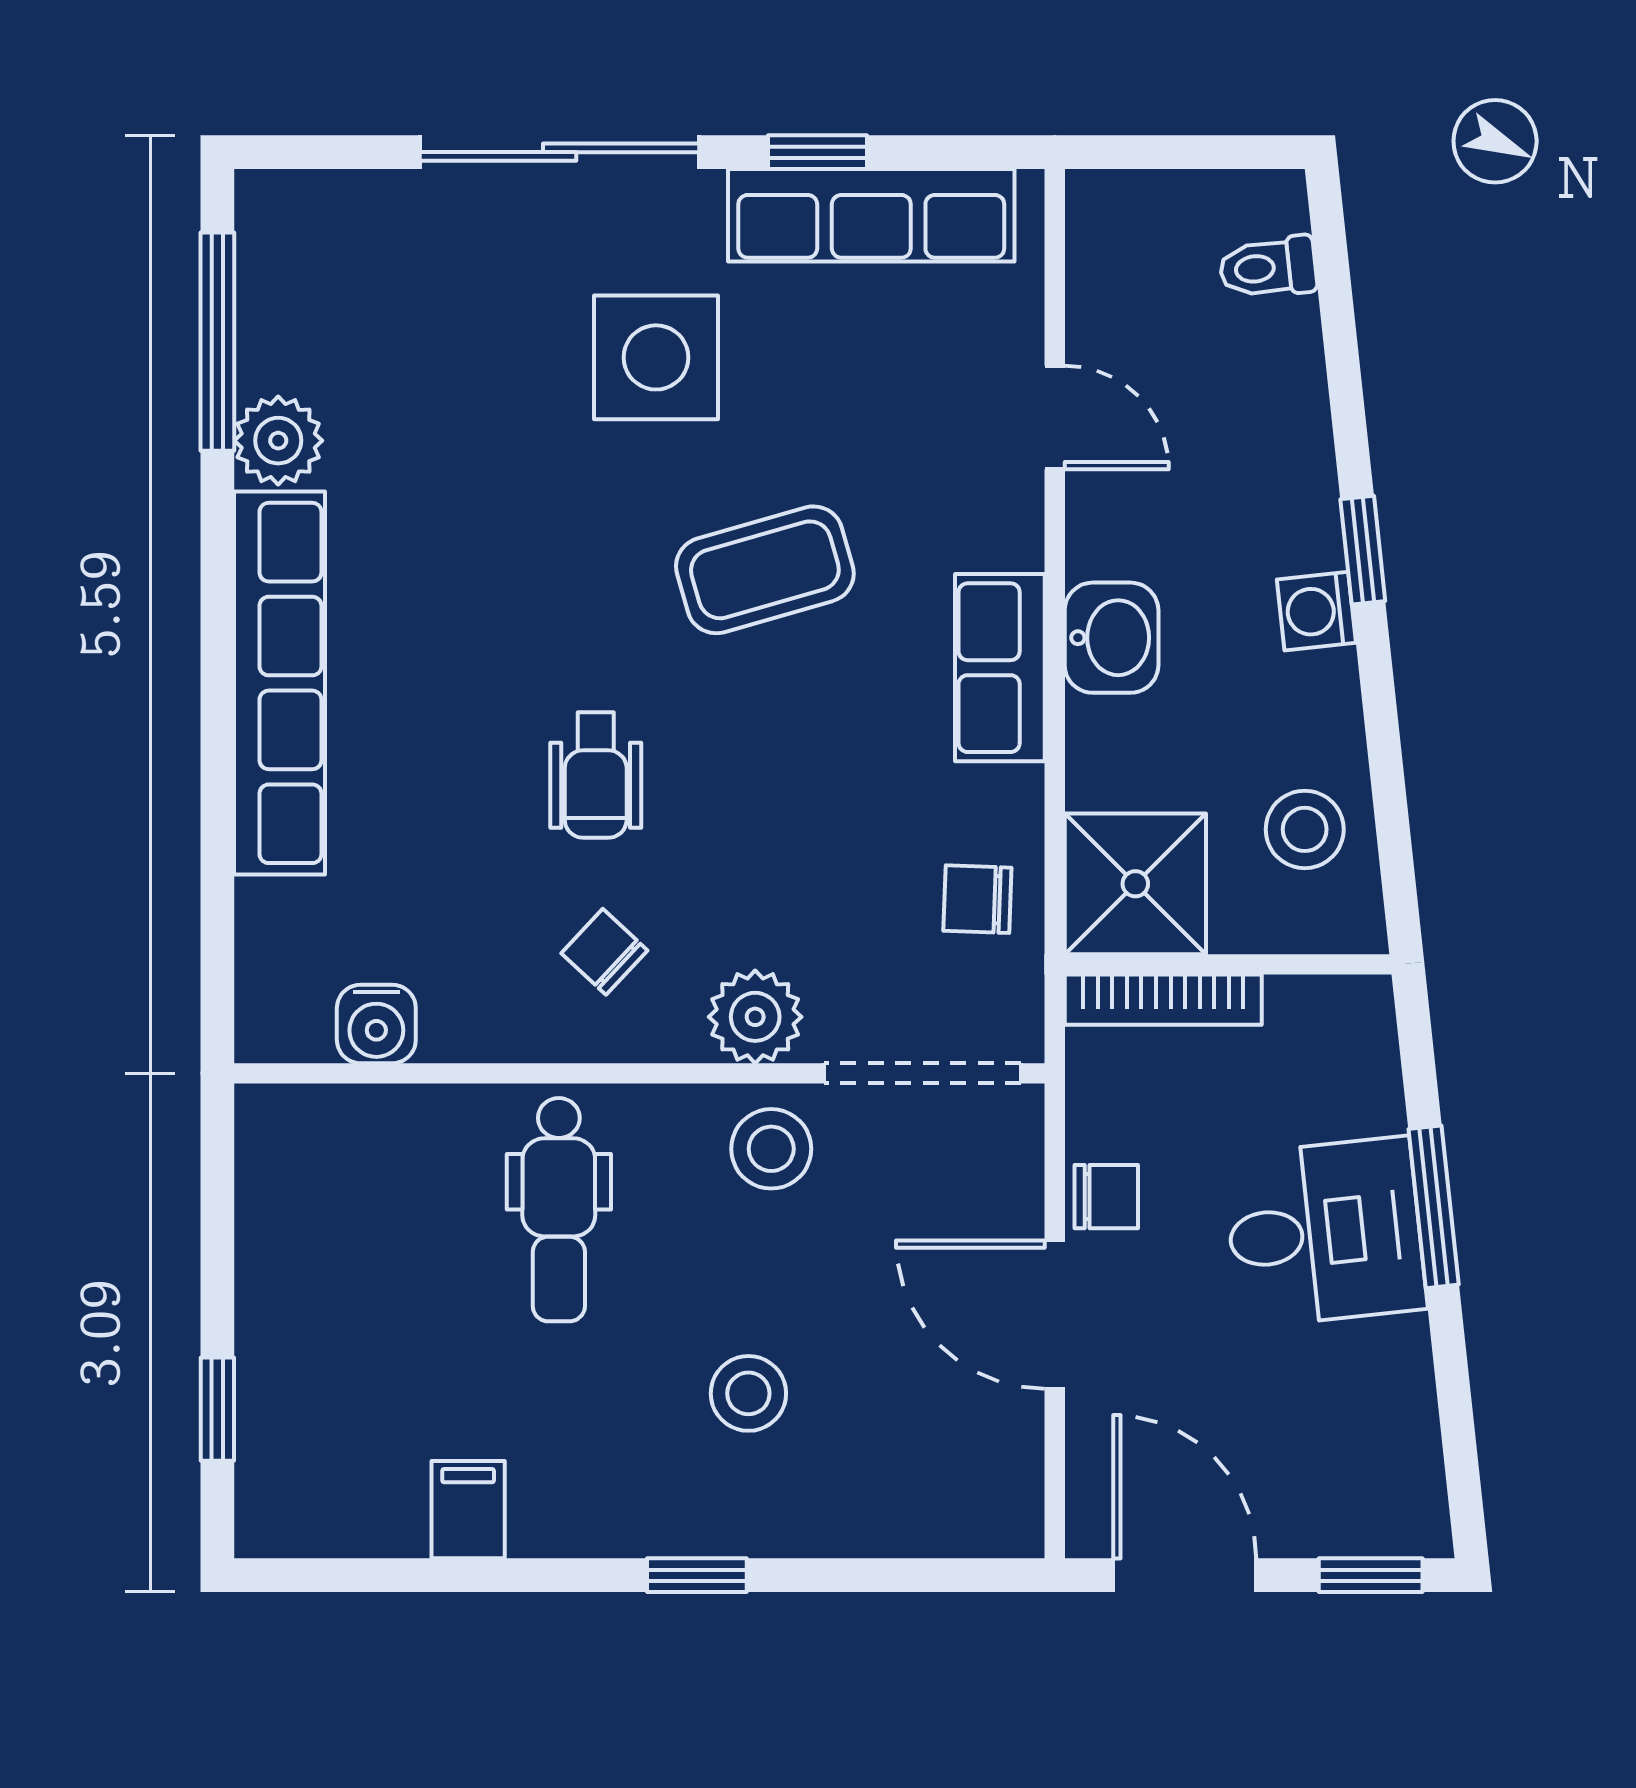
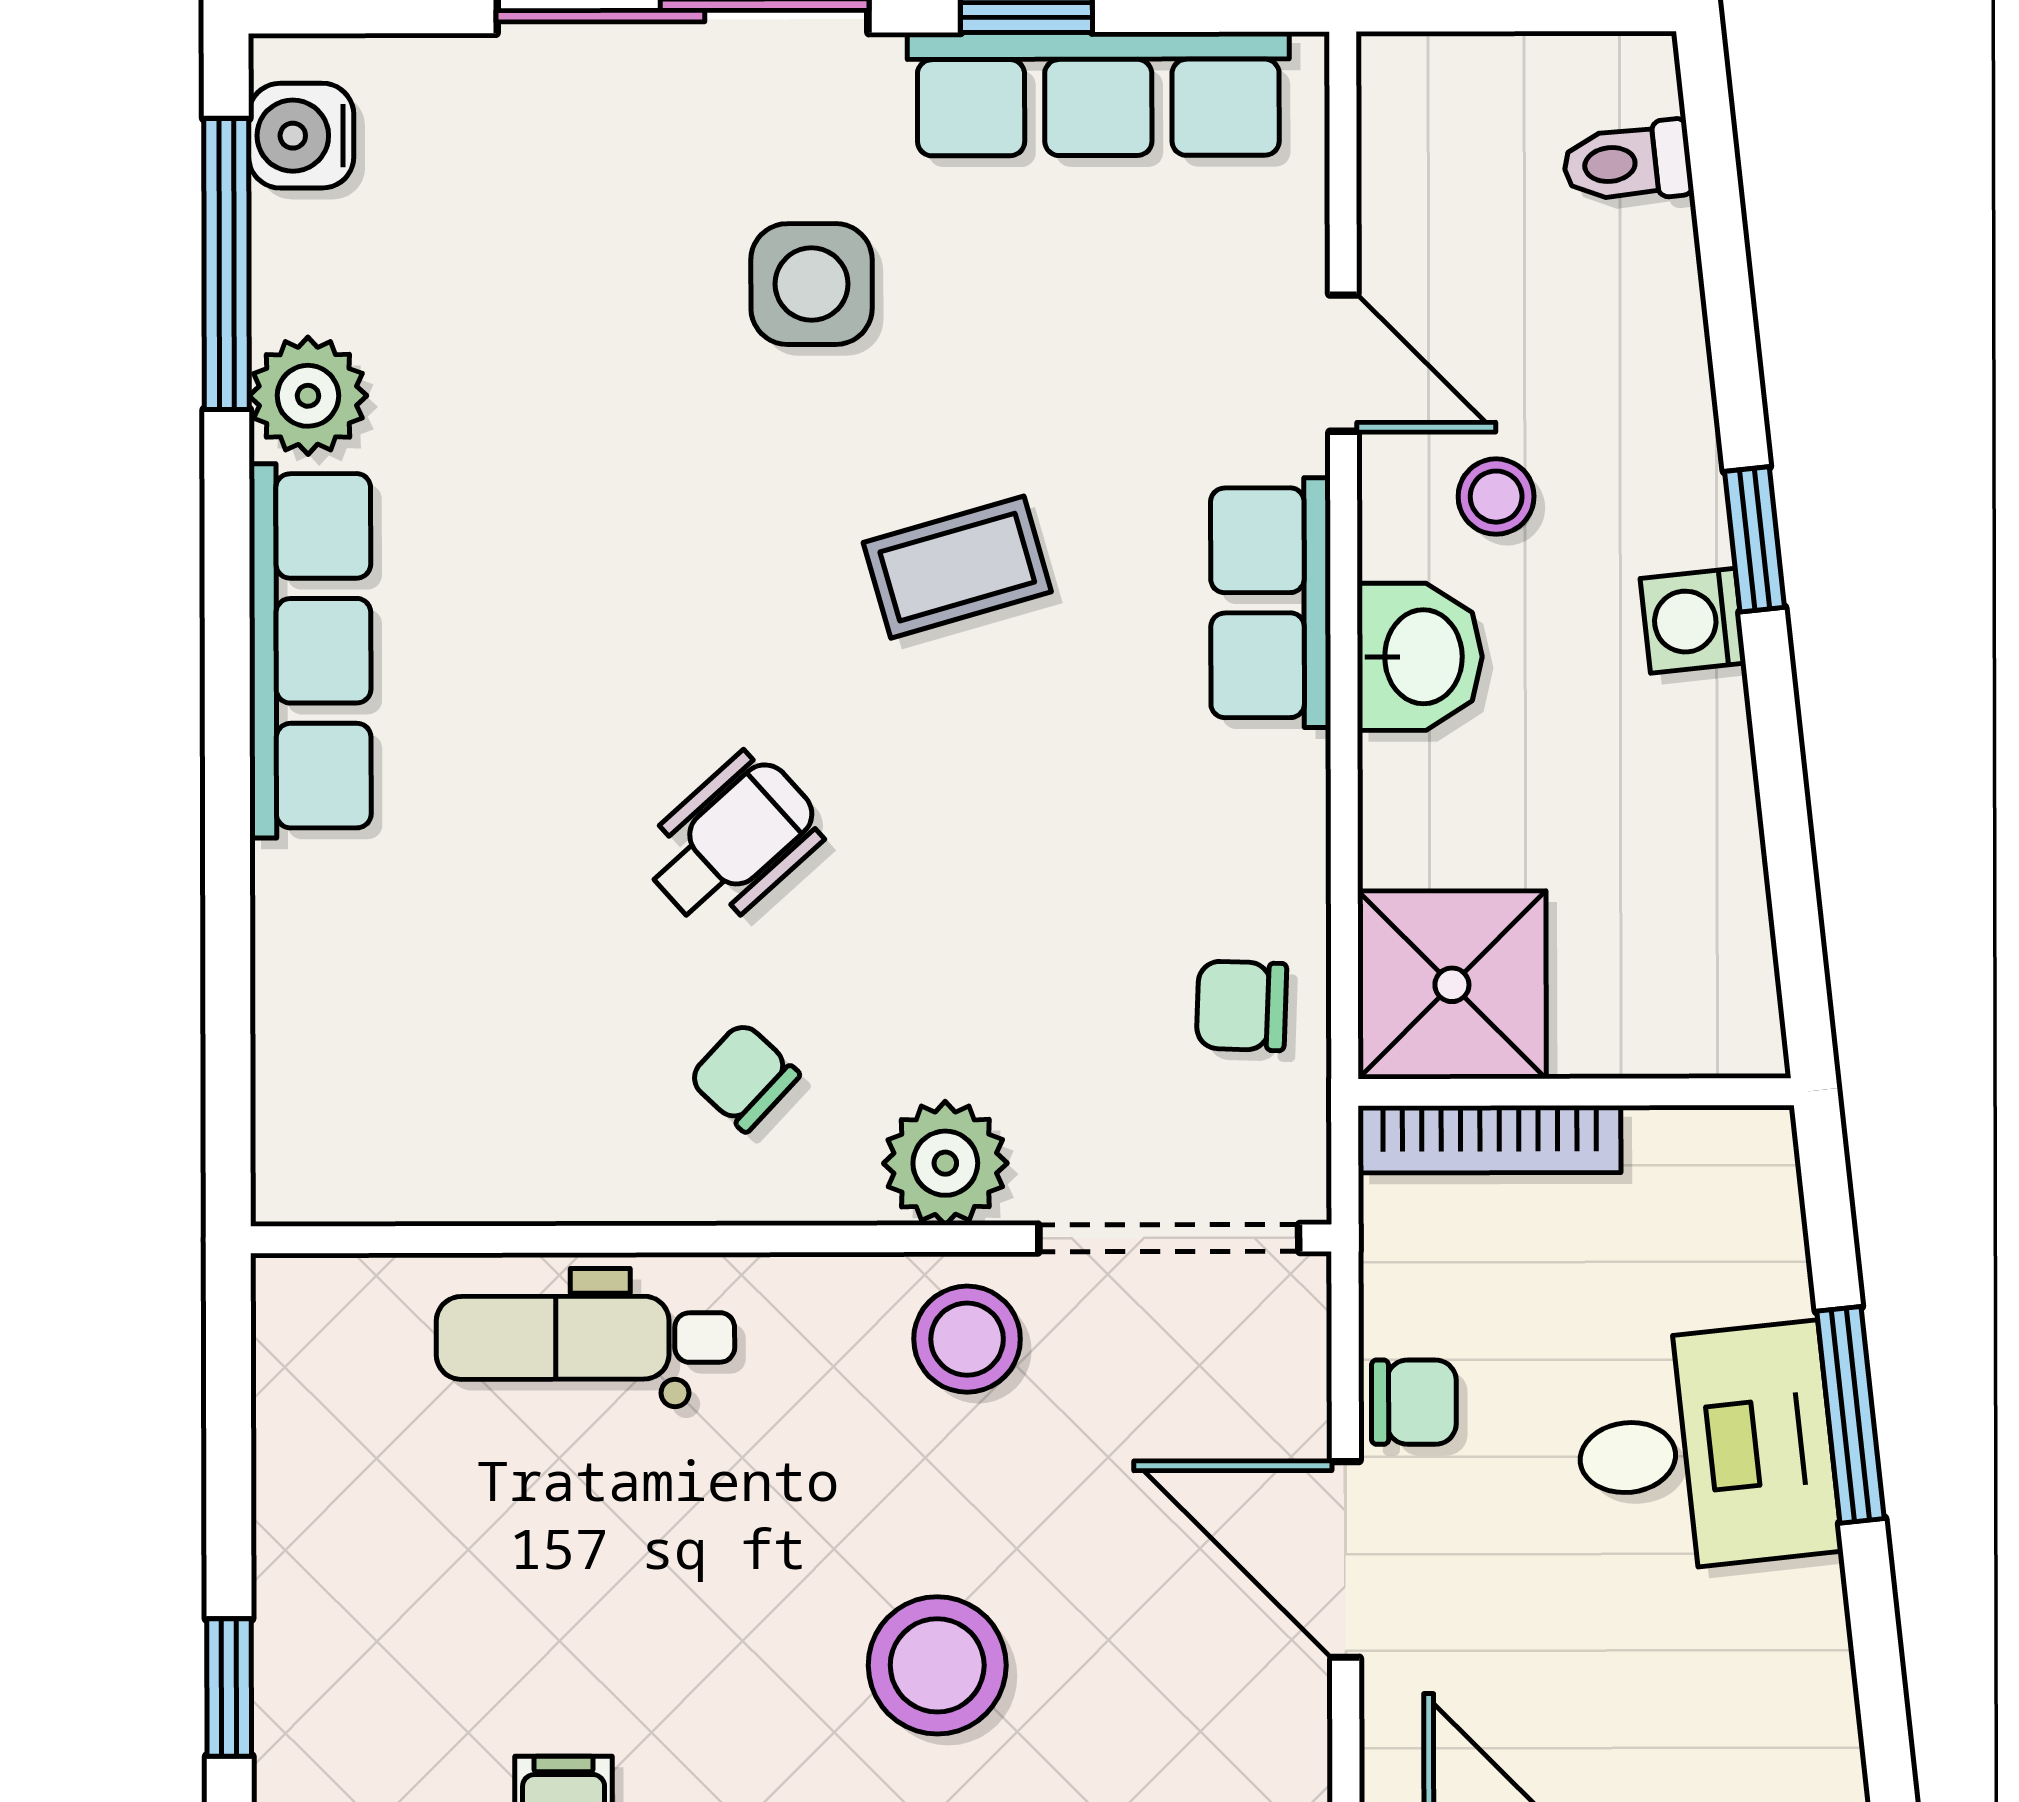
side table: (656, 357) -> (812, 284), width x0.73, depth x0.73
coffee table: (765, 570) -> (957, 567), width x0.73, depth x0.77
row of seats: (1000, 668) -> (1271, 603), moved
row of seats: (280, 683) -> (310, 651), width x0.73
wheelchair: (596, 775) -> (732, 841), turned -132
stool: (1305, 829) -> (1496, 497), moved, width x0.73, depth x0.73
water cooler: (376, 1024) -> (301, 136), moved, turned 90
dental chair: (559, 1210) -> (585, 1338), moved, turned 90
stool: (748, 1393) -> (937, 1665), width x1.38, depth x1.38

